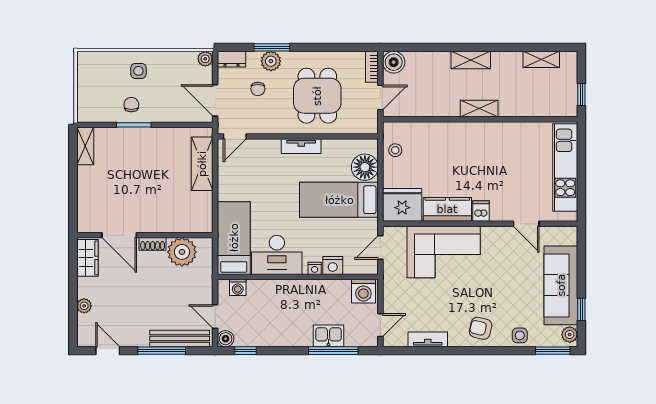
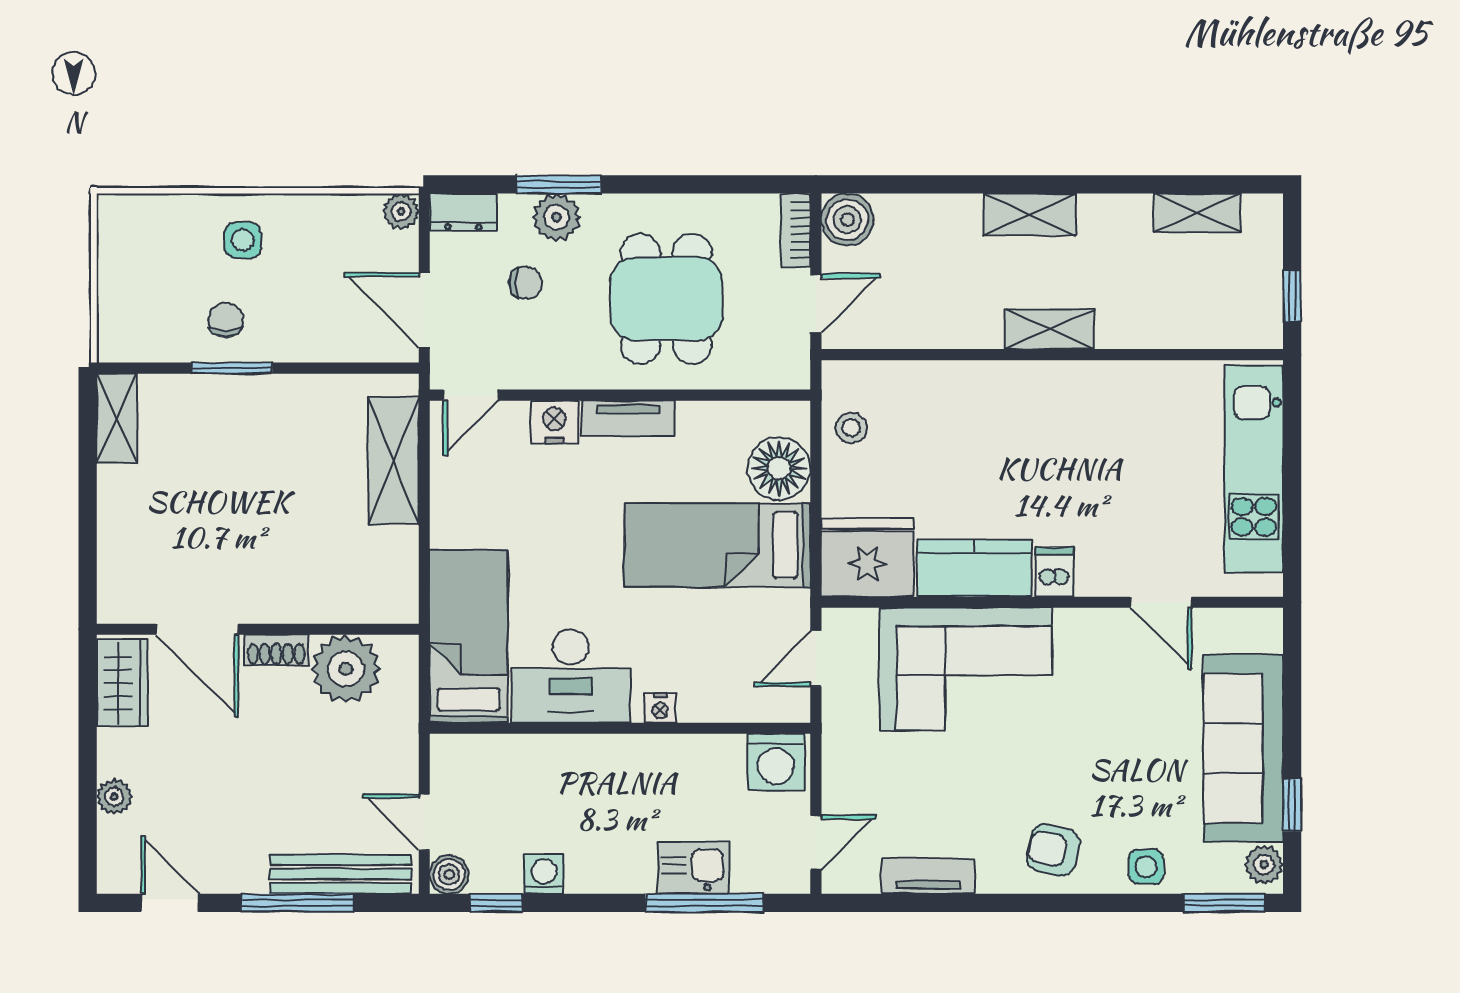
chair: (258, 89) -> (526, 283), turned -90
nightstand: (333, 265) -> (554, 422), moved, turned 180
washing machine: (238, 287) -> (544, 874), moved, turned 180

